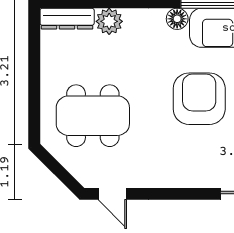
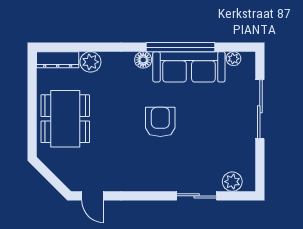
armchair: (199, 99) -> (160, 122), width x0.73, depth x0.73
dining table: (93, 116) -> (65, 119), moved, turned 90

